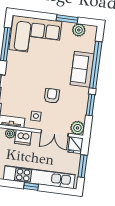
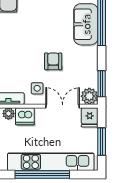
window: (91, 105) -> (102, 84), moved
double door: (55, 133) -> (63, 106), swing flipped
window: (31, 186) -> (42, 174), width x3.17

